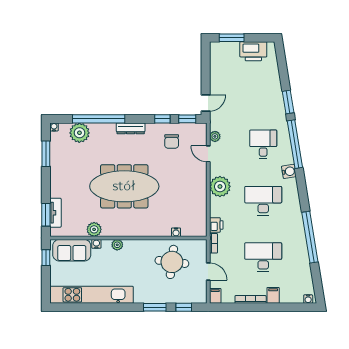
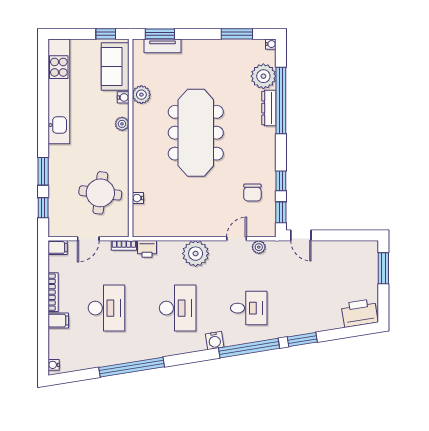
printer: (253, 51) -> (360, 313), moved, turned 81
dresser: (131, 128) -> (269, 108), moved
chair: (172, 141) -> (252, 193), turned -90

